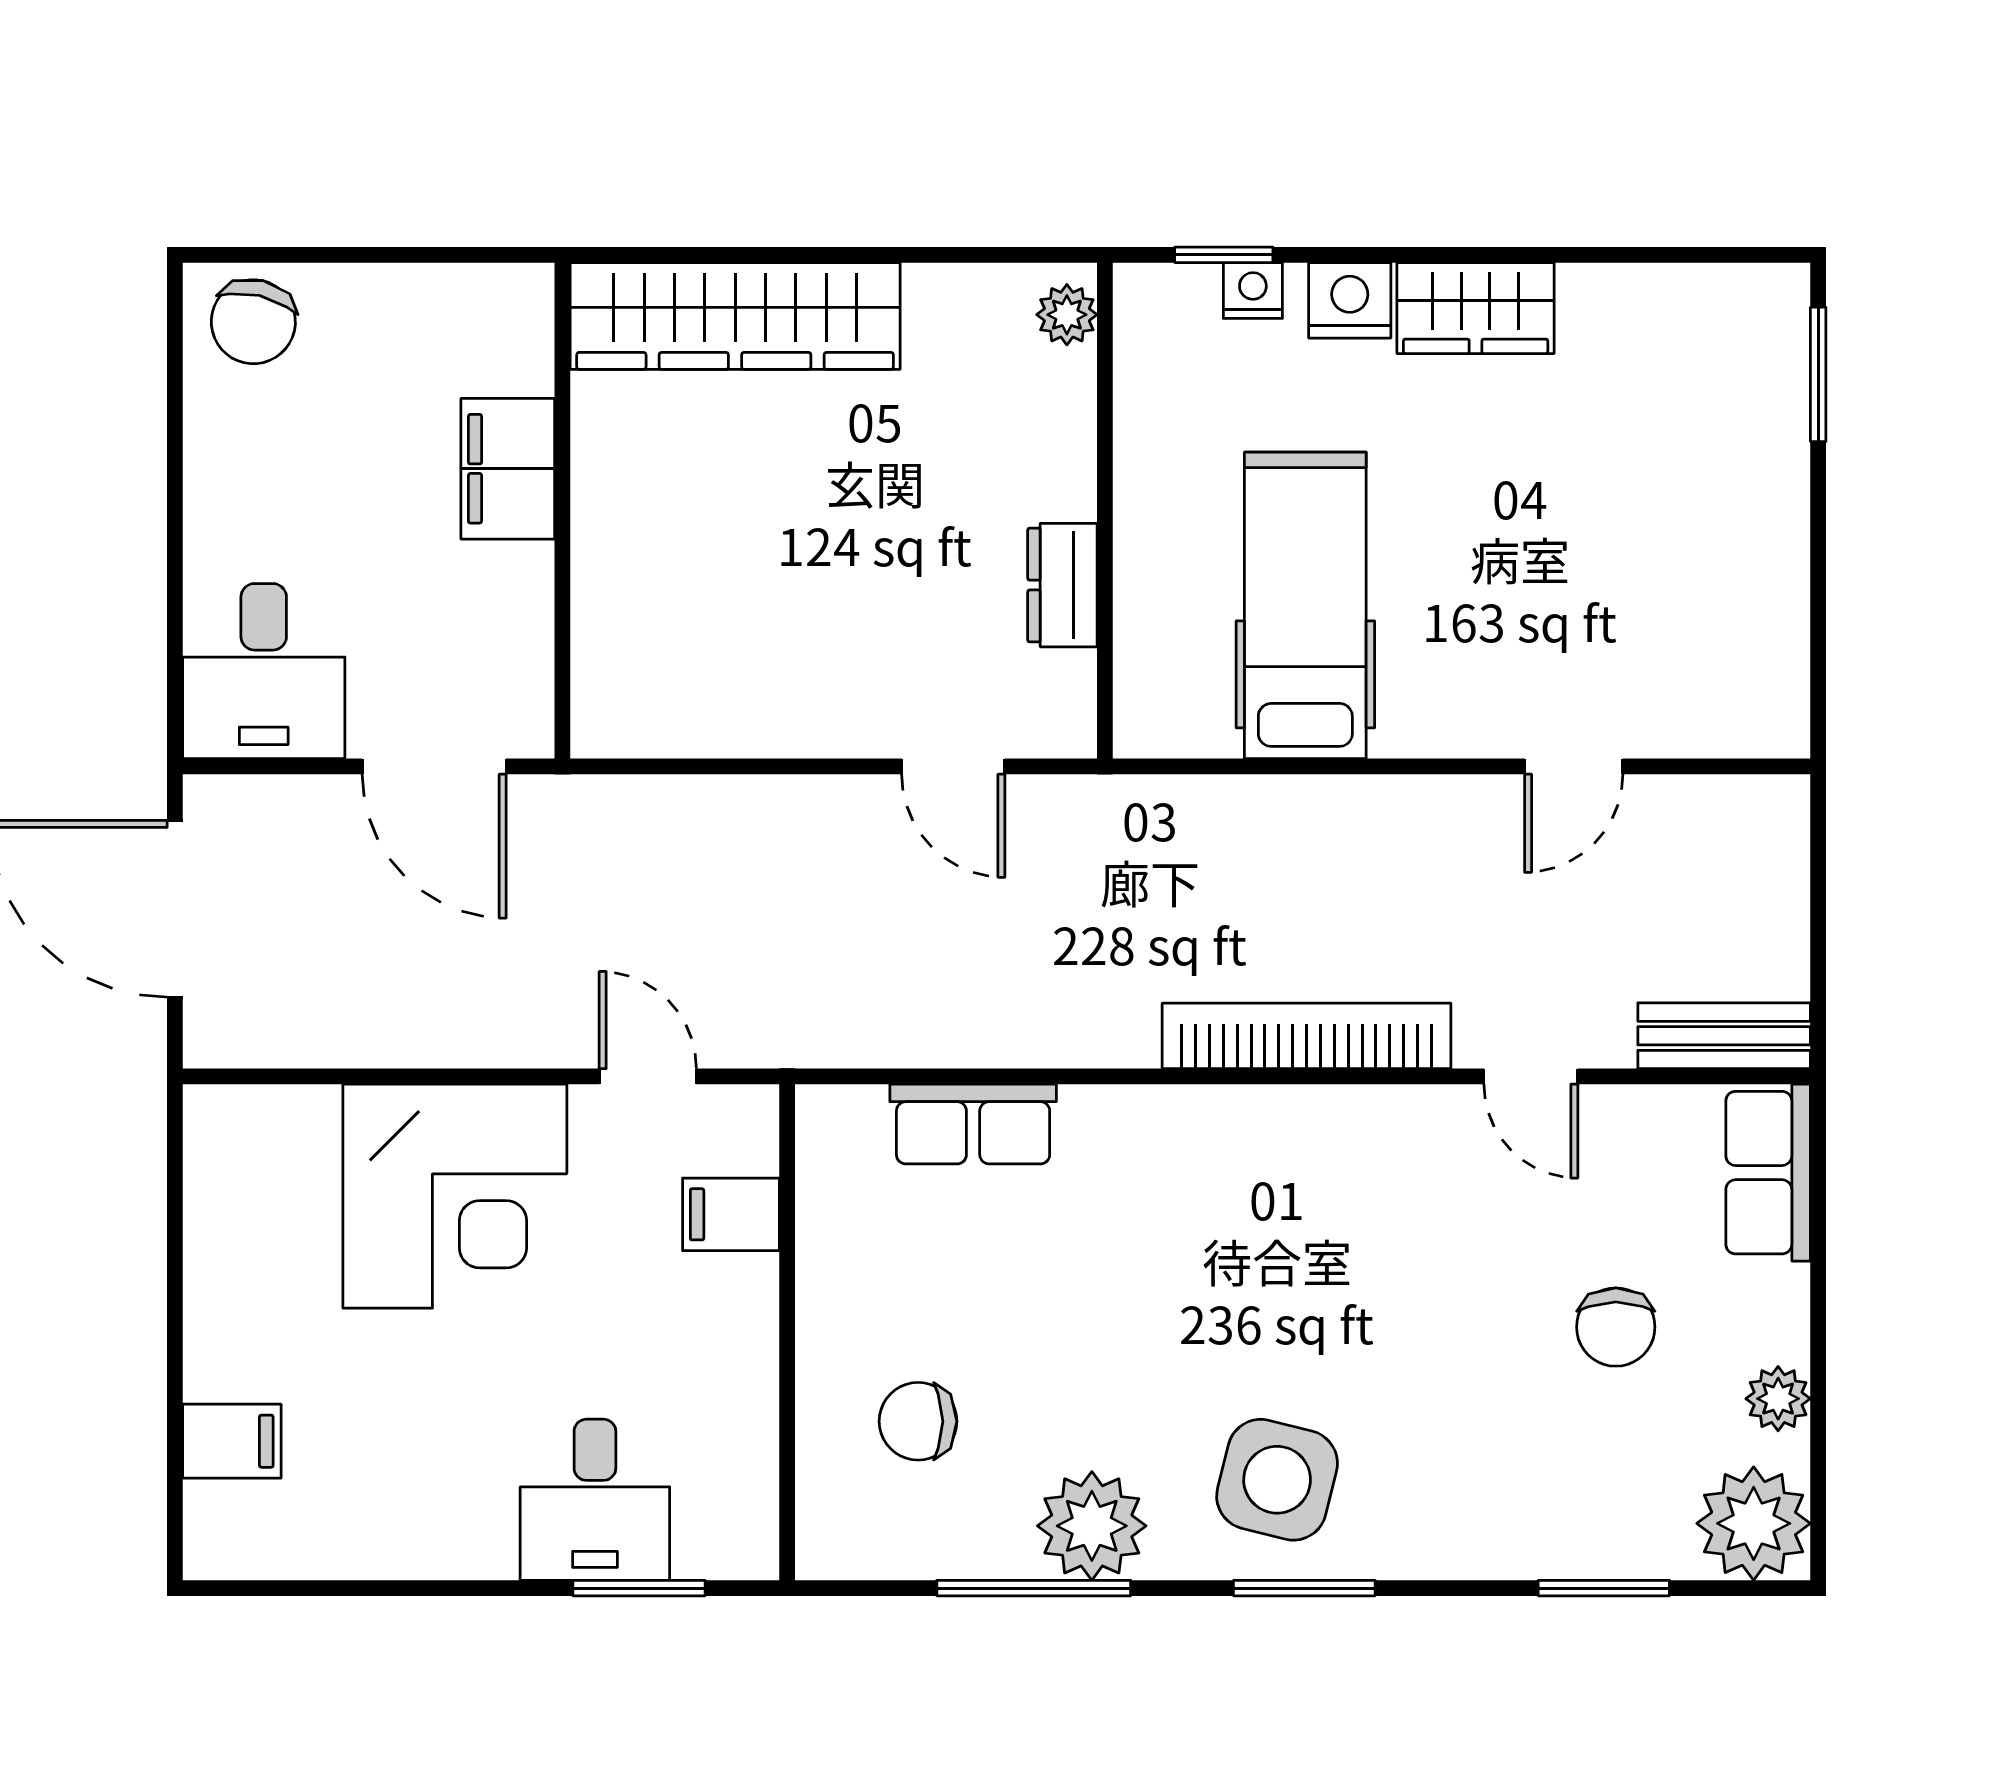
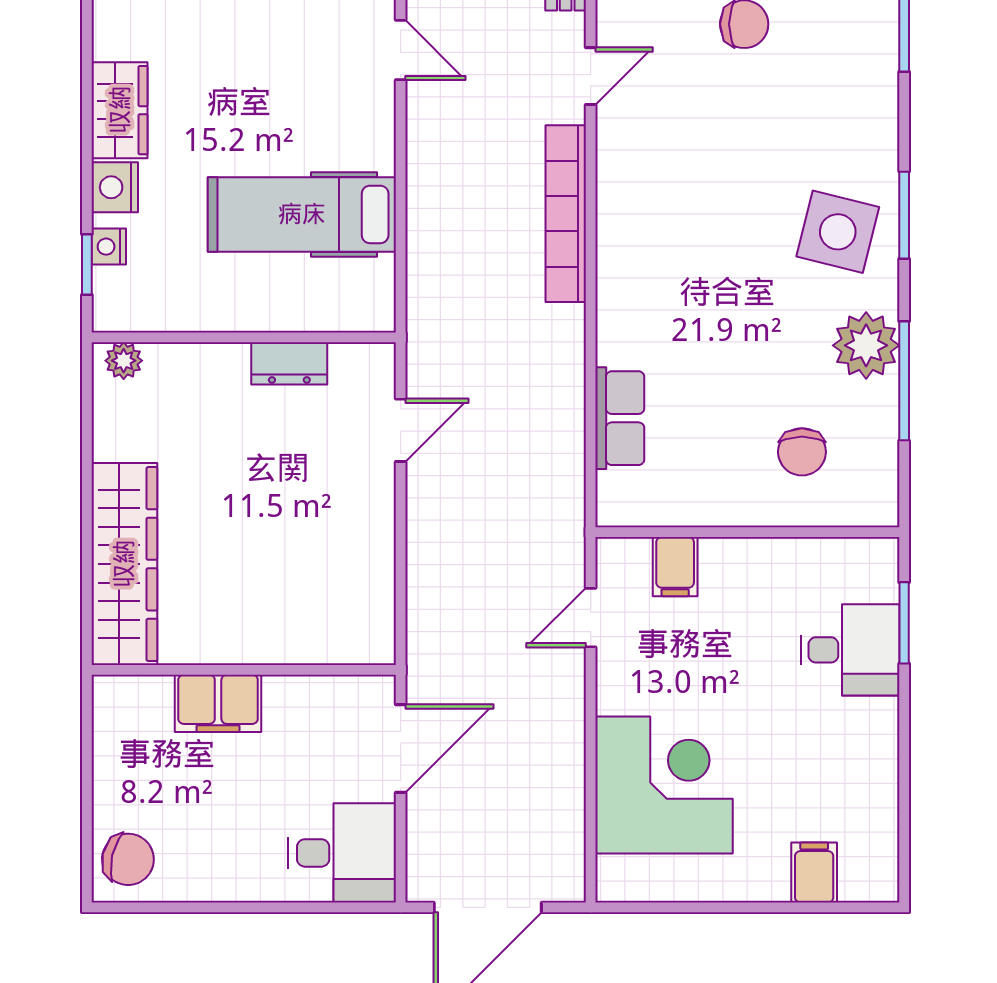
corner desk: (455, 1196) -> (664, 785), moved

